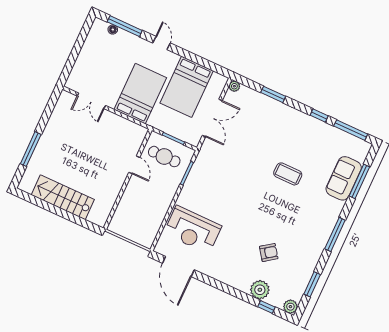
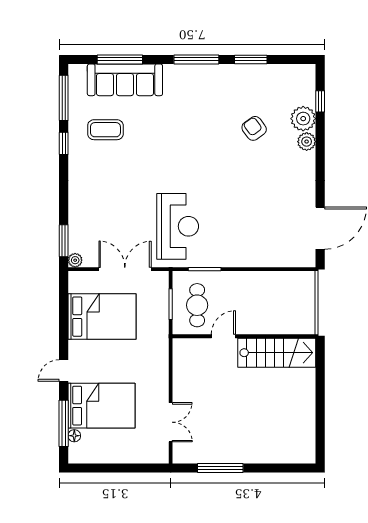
bed: (140, 94) -> (102, 406), moved, turned 180
window: (273, 94) -> (64, 241), moved
window: (31, 149) -> (220, 468), moved
coffee table: (288, 174) -> (105, 130), moved, turned 90
sofa: (344, 178) -> (125, 80), width x1.36
stairs: (63, 197) -> (277, 353), moved, turned -90
reception desk: (193, 230) -> (178, 226), moved
window: (312, 284) -> (251, 59), moved
plant: (290, 307) -> (307, 142), moved

